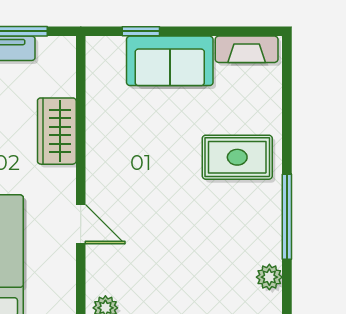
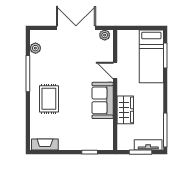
sofa: (170, 61) -> (103, 100), moved, turned -90
rug: (237, 157) -> (49, 99), turned 90

